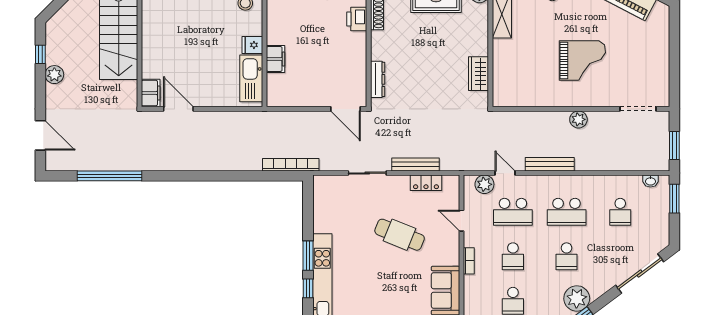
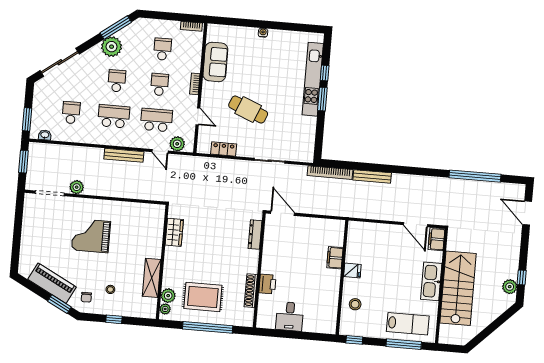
plant: (54, 75) -> (510, 287), moved
kitchen sink: (251, 78) -> (431, 281), moved, turned 180
plant: (578, 119) -> (77, 187), moved
bench: (415, 164) -> (372, 176), moved

